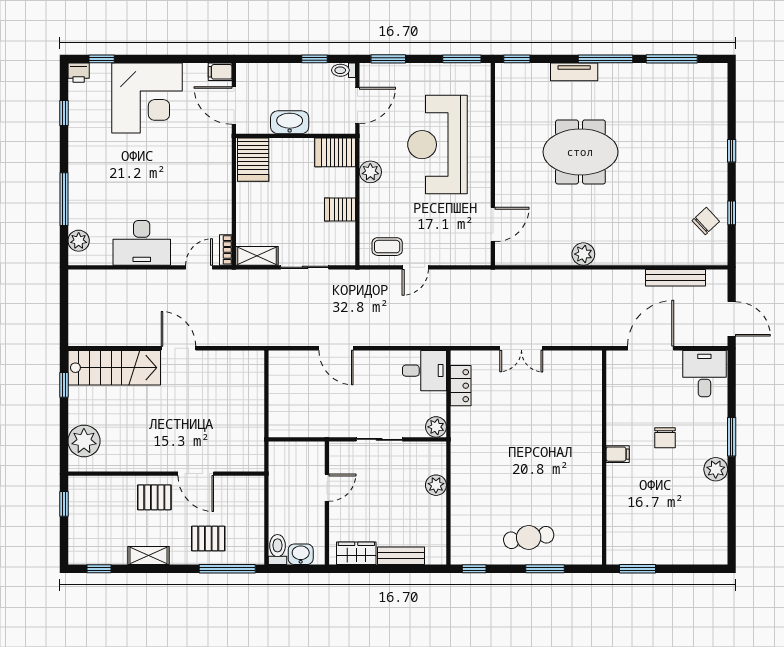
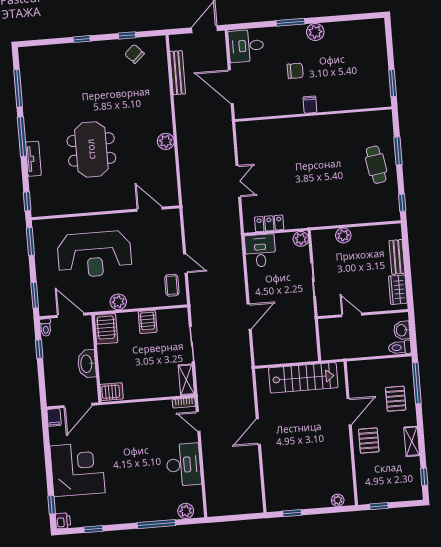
server rack: (253, 160) -> (112, 392), width x0.73, depth x0.70
stairs: (114, 368) -> (303, 378), moved, turned 90
plant: (84, 441) -> (338, 500), width x0.53, depth x0.53

